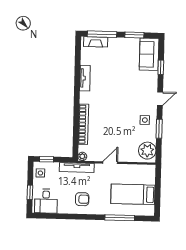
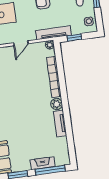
fireplace: (96, 42) -> (43, 163), moved
plant: (85, 98) -> (57, 104), added
window: (47, 159) -> (74, 37), moved

